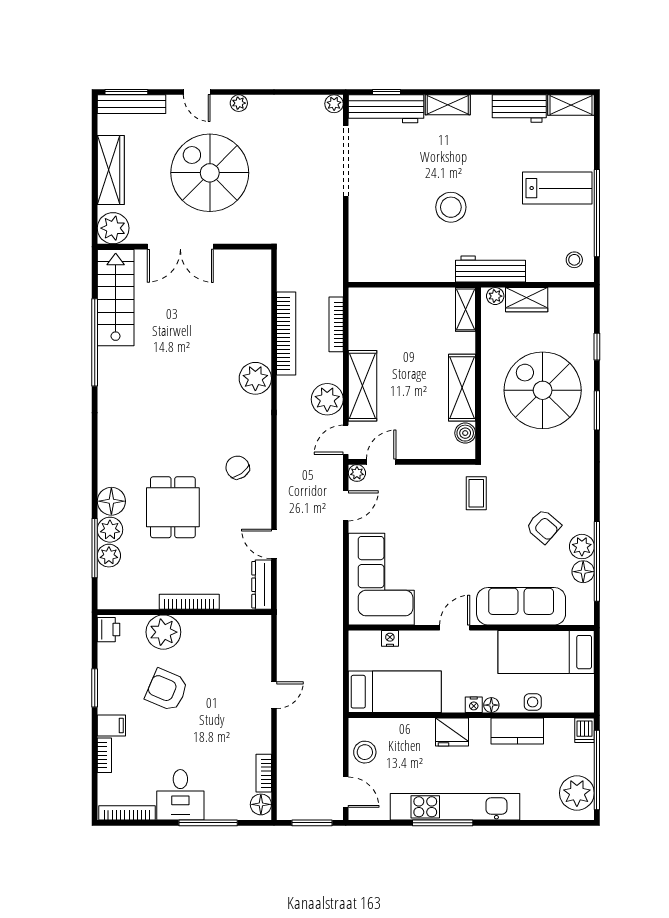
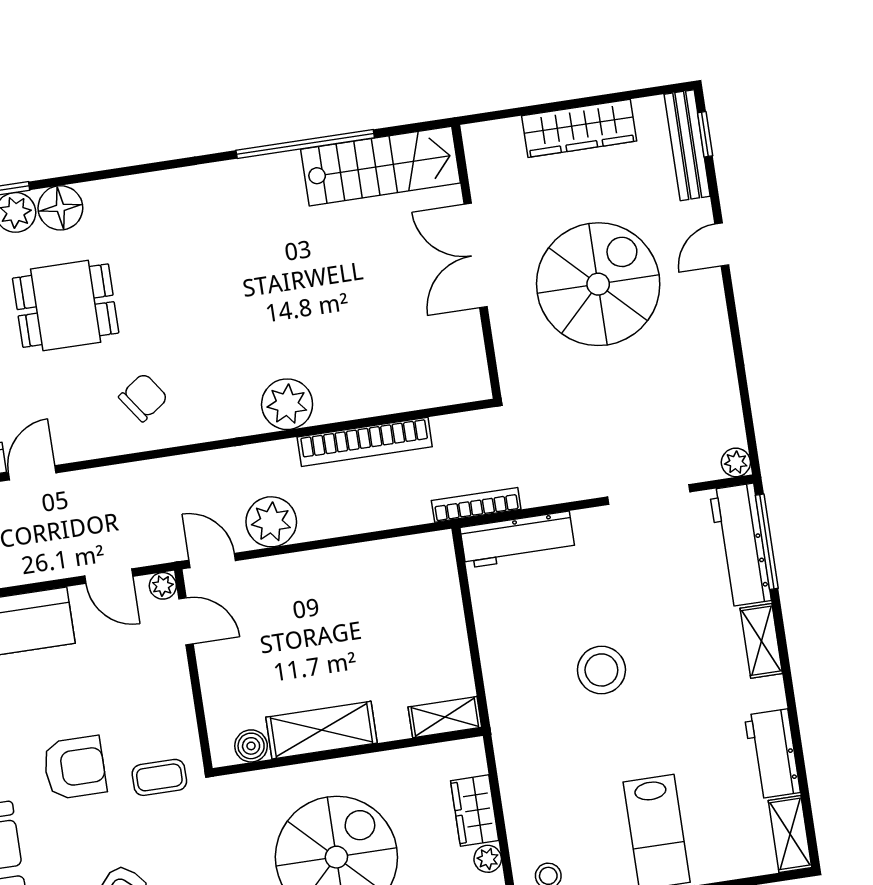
window: (126, 92) -> (705, 134), width x0.67
window: (386, 92) -> (767, 542), width x2.17
plant: (239, 103) -> (714, 313), removed
doorway: (346, 161) -> (649, 494), width x0.73
plant: (113, 228) -> (488, 146), removed
workbench: (490, 269) -> (518, 540), moved, turned 90
plant: (495, 296) -> (488, 859), moved
bookcase: (336, 324) -> (476, 505), moved
shelving: (363, 386) -> (301, 574), removed
armchair: (462, 545) -> (75, 768), added

